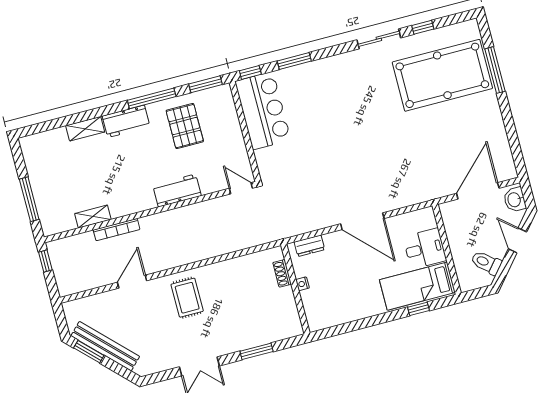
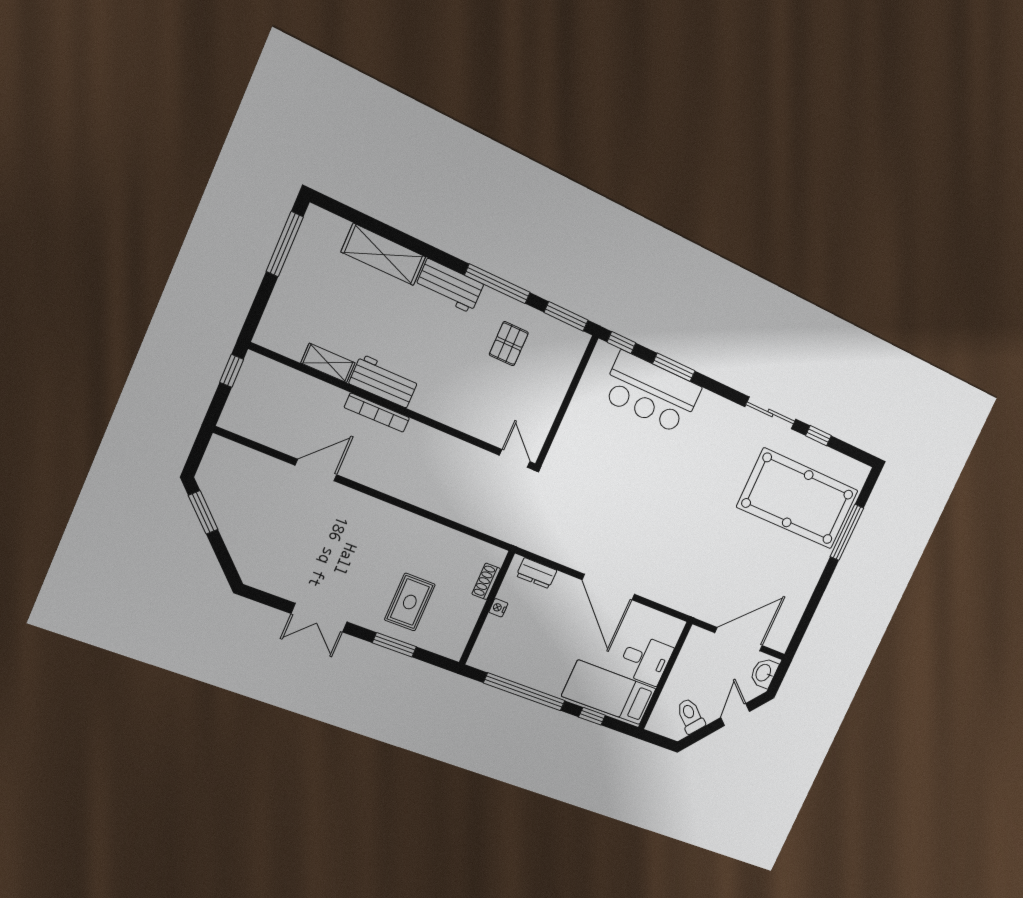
bar counter: (263, 111) -> (651, 393), moved, turned 90
pallet: (185, 126) -> (509, 344), width x0.67, depth x0.71
shelving: (85, 129) -> (384, 254), width x1.50, depth x1.33
workbench: (177, 190) -> (384, 381), moved
window: (29, 199) -> (285, 244), moved
bookcase: (117, 230) -> (377, 413), moved
rug: (187, 298) -> (410, 602), moved
window: (361, 324) -> (524, 692), added
bench: (105, 346) -> (228, 520), removed

